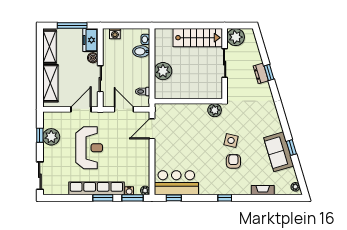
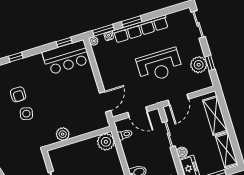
plant: (163, 71) -> (106, 142), moved
plant: (215, 110) -> (63, 134), moved
reception desk: (89, 148) -> (159, 65), turned -90

